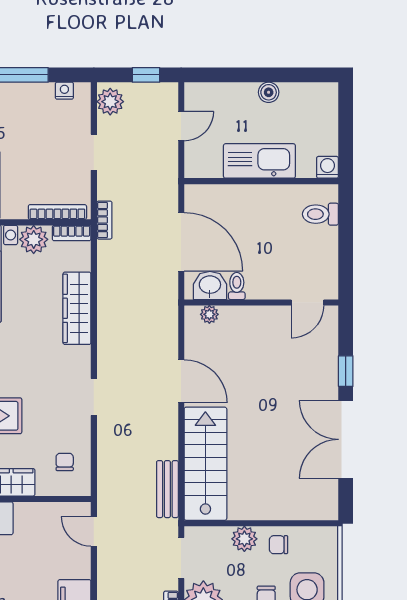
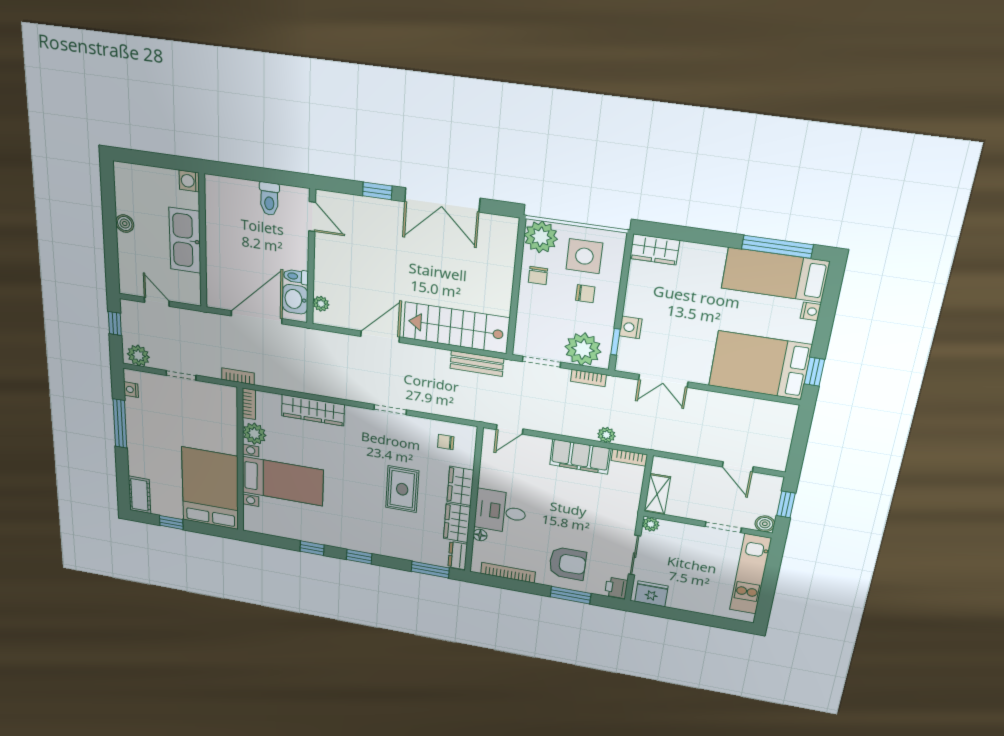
bookcase: (57, 212) -> (231, 412), removed
toilet: (320, 214) -> (269, 199), moved
plant: (244, 539) -> (541, 237), moved, width x1.36, depth x1.36

